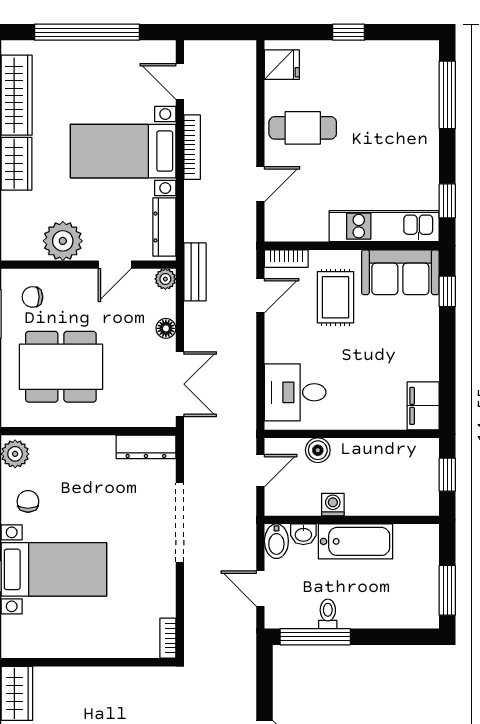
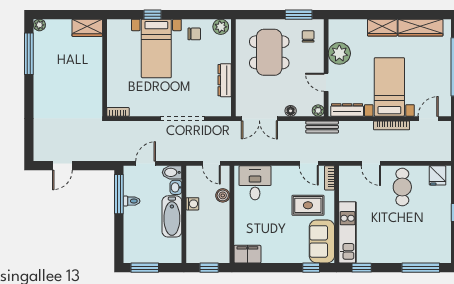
dresser: (146, 447) -> (225, 80), moved

